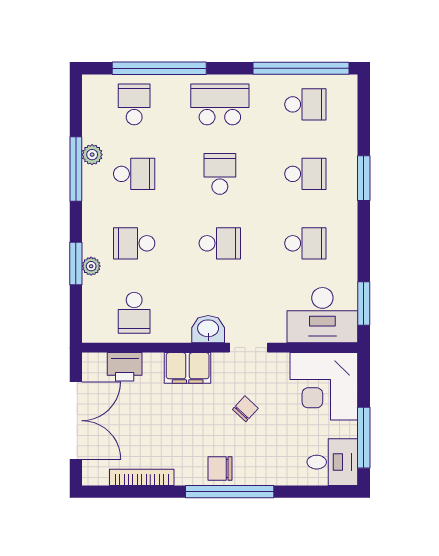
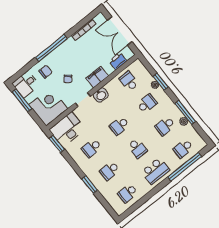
window: (301, 68) -> (139, 204), removed
school desk: (134, 104) -> (183, 149), turned 90
chair: (220, 469) -> (46, 72), moved

